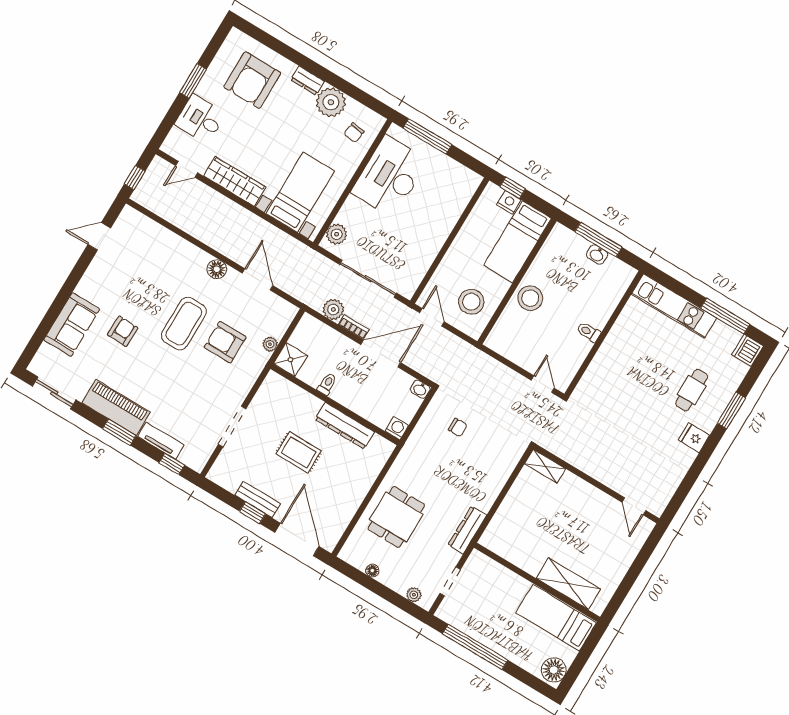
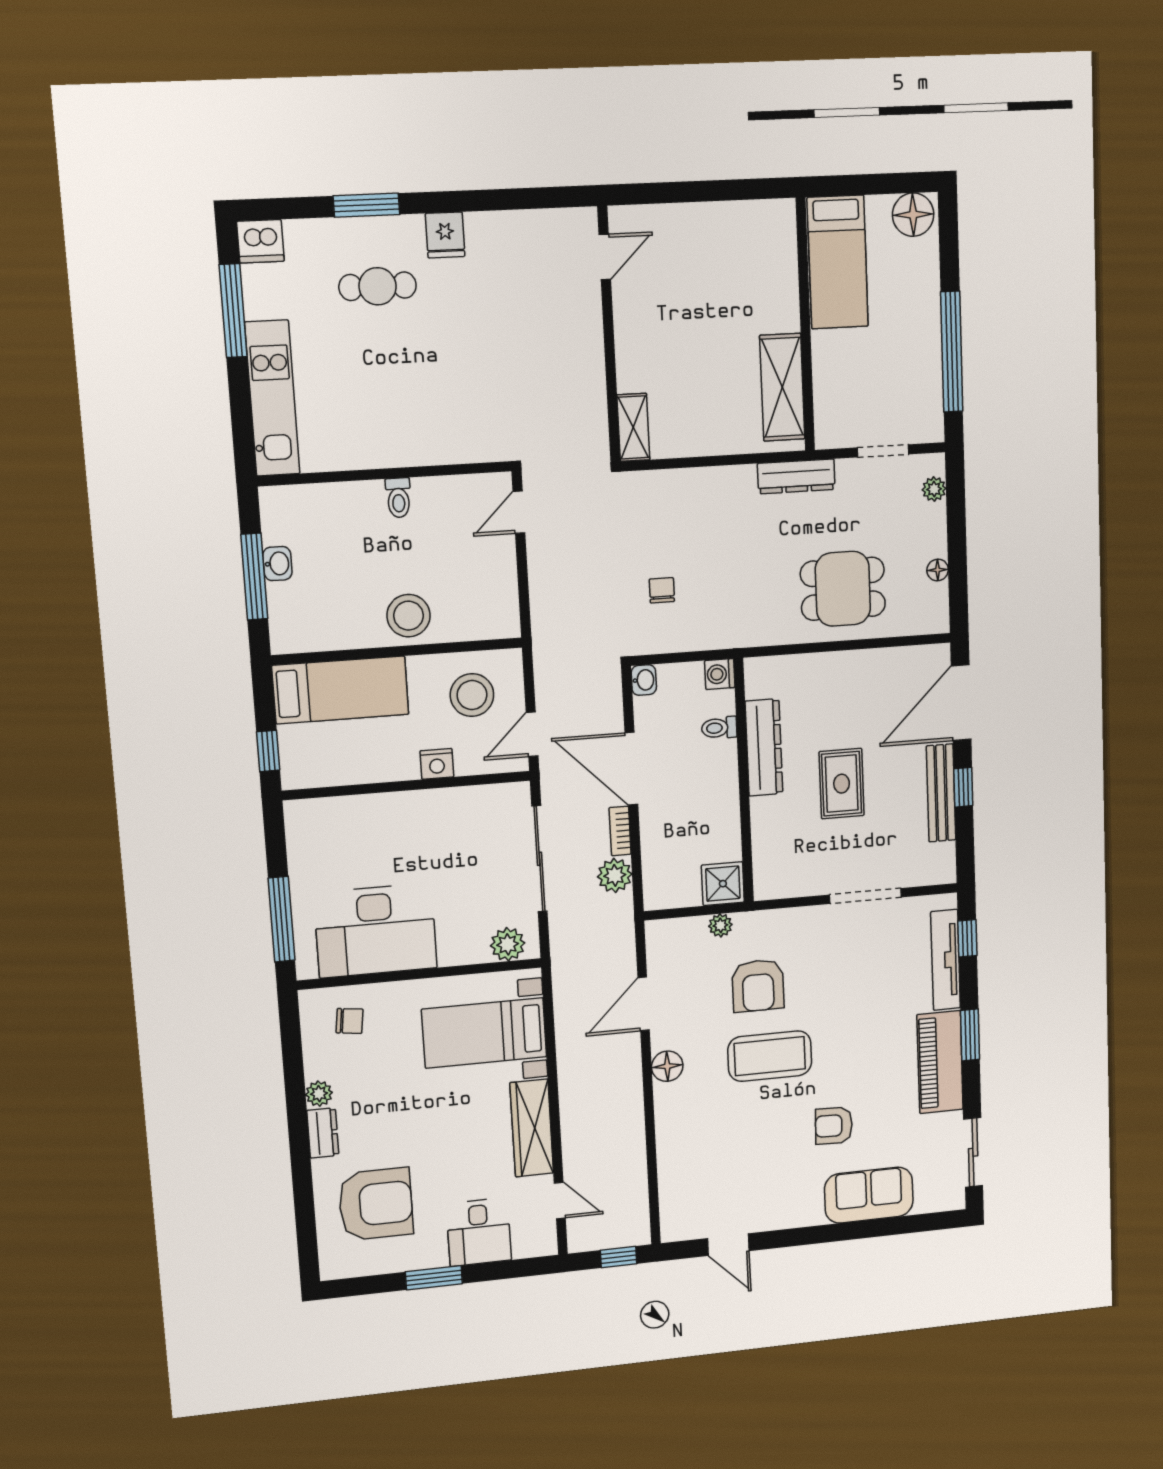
plant: (331, 102) -> (319, 1094), width x0.53, depth x0.53
nightstand: (509, 202) -> (437, 764), moved, turned -90
toilet: (327, 384) -> (719, 728), moved
tv unit: (161, 441) -> (946, 960), width x1.41
bench: (258, 499) -> (941, 793), width x1.36
shelving: (568, 584) -> (782, 387), moved

